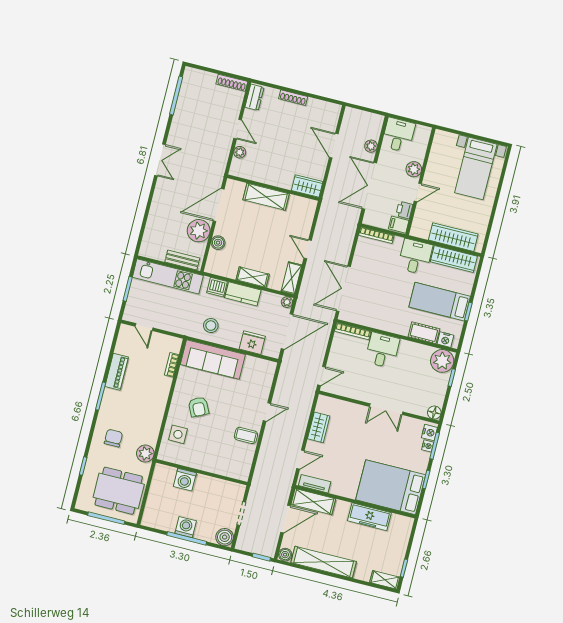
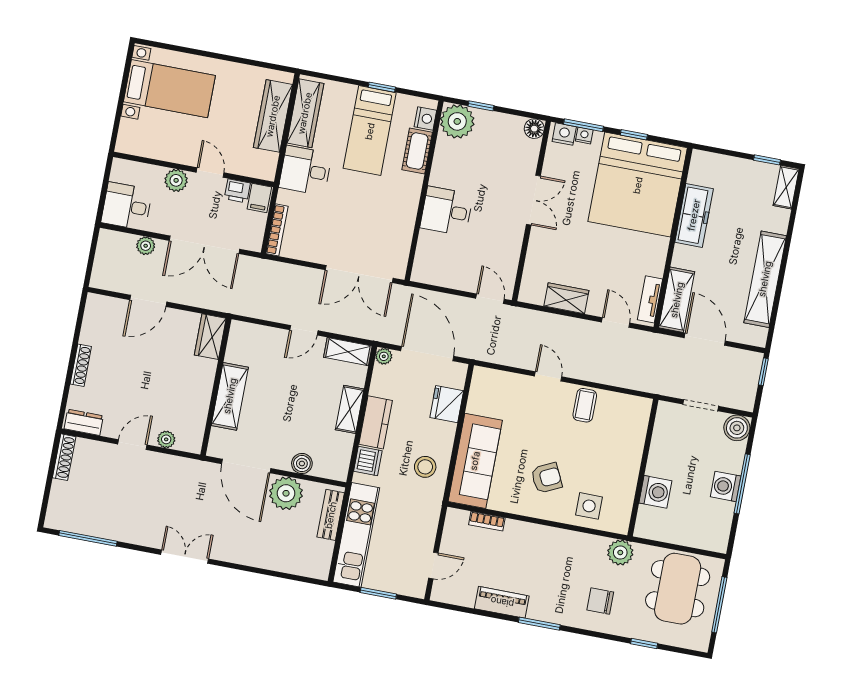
bookcase: (353, 331) -> (421, 257), removed
bed: (391, 487) -> (638, 185), width x1.36
boiler: (285, 555) -> (758, 337), removed

